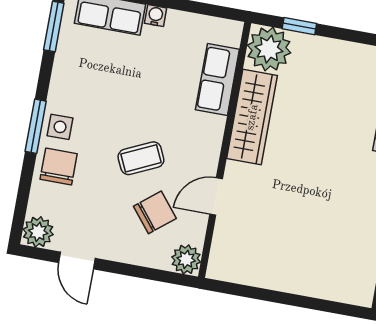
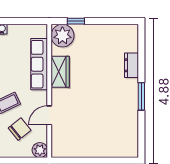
row of seats: (217, 80) -> (39, 64), width x1.48
wardrobe: (252, 117) -> (60, 72), width x0.67

